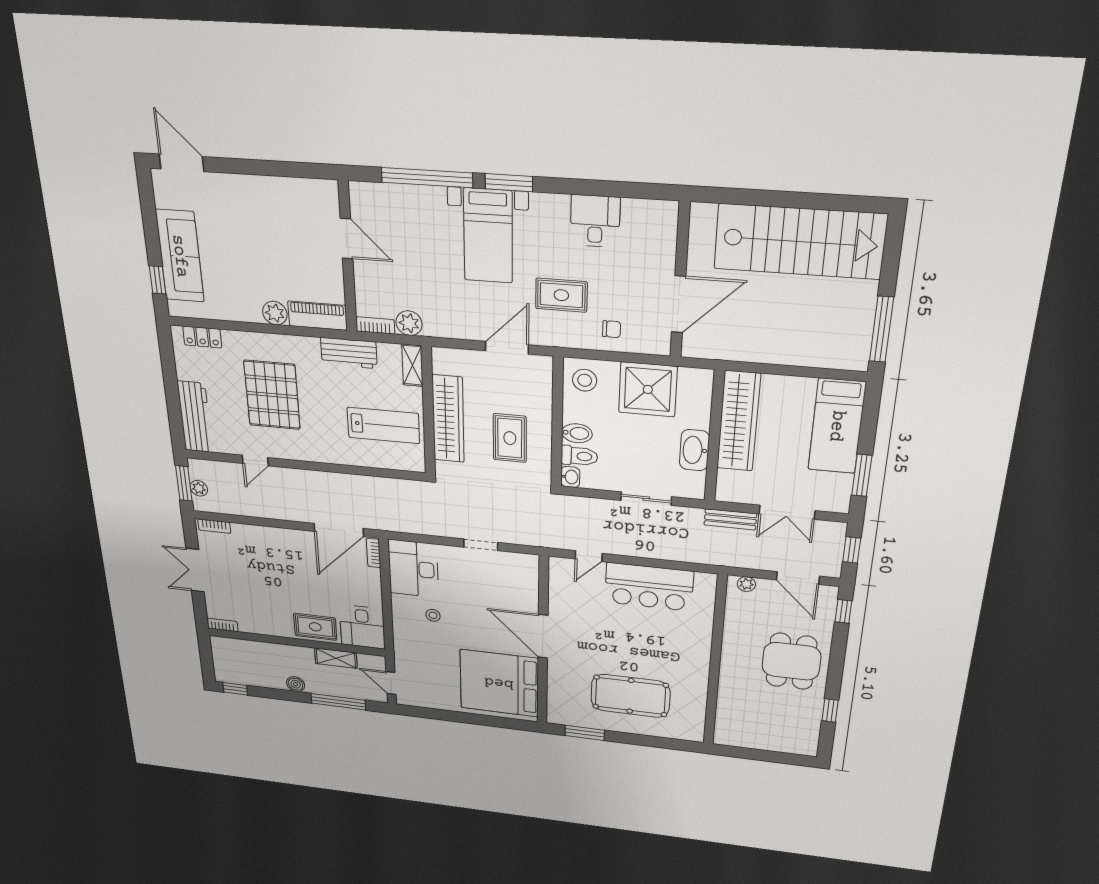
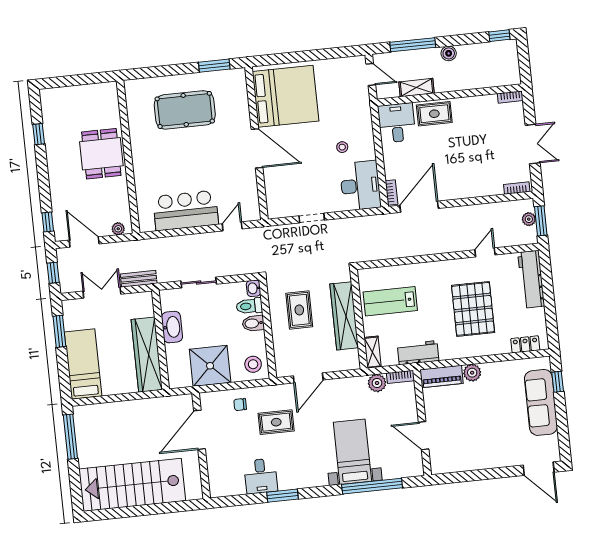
window: (509, 183) -> (282, 496), moved
bed with nightstands: (488, 236) -> (352, 452), moved
dining table: (791, 661) -> (101, 154), moved

